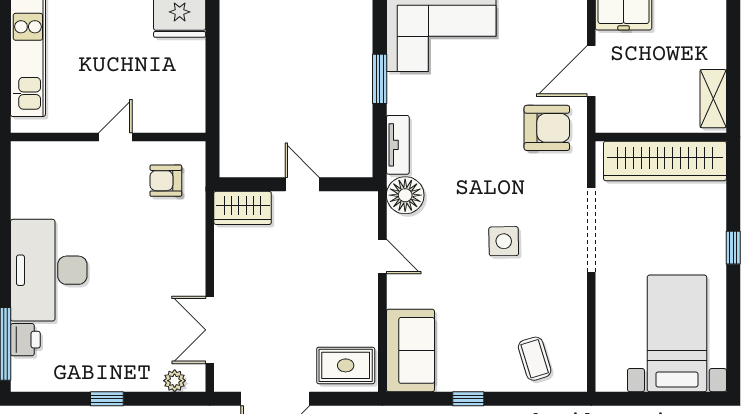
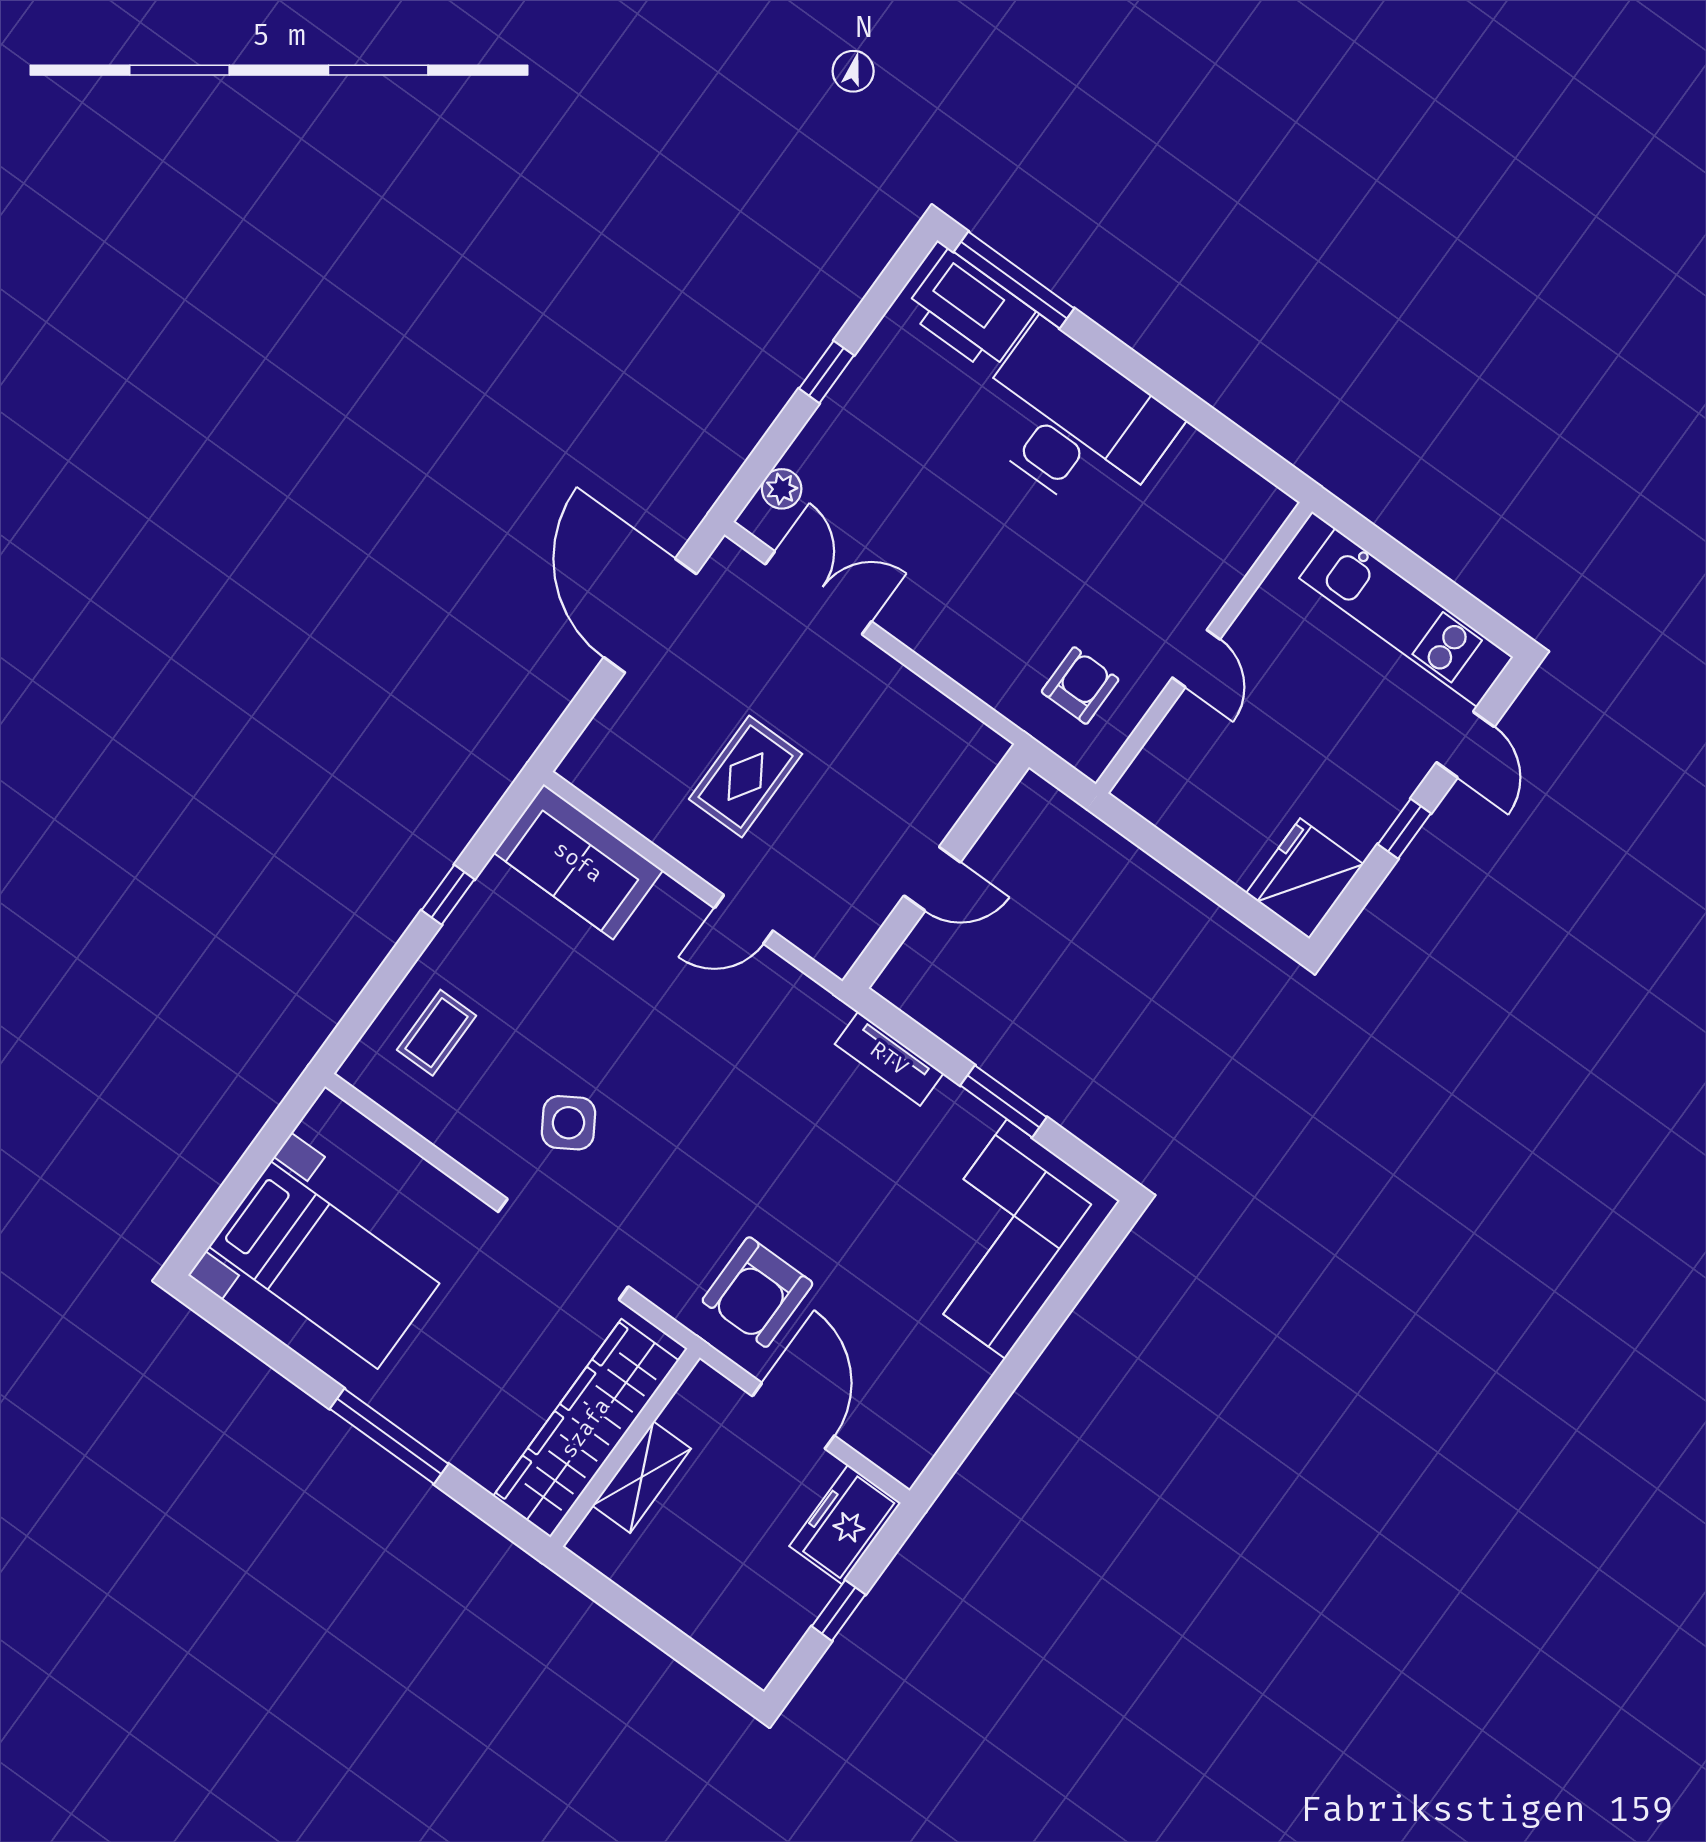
shelving: (713, 99) -> (642, 1477), moved, turned 90
floor lamp: (405, 195) -> (808, 1017), removed
wardrobe: (243, 208) -> (960, 768), removed
side table: (504, 241) -> (569, 1123), moved, turned -31
window: (733, 248) -> (389, 1436), width x2.17
printer: (25, 340) -> (969, 311), width x1.87, depth x1.48
coffee table: (535, 359) -> (436, 1033), turned -73
rug: (346, 365) -> (746, 777), moved

